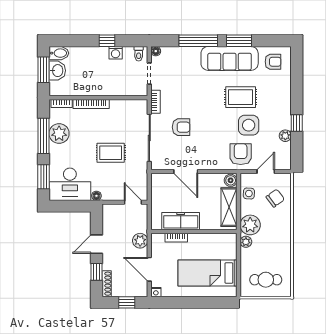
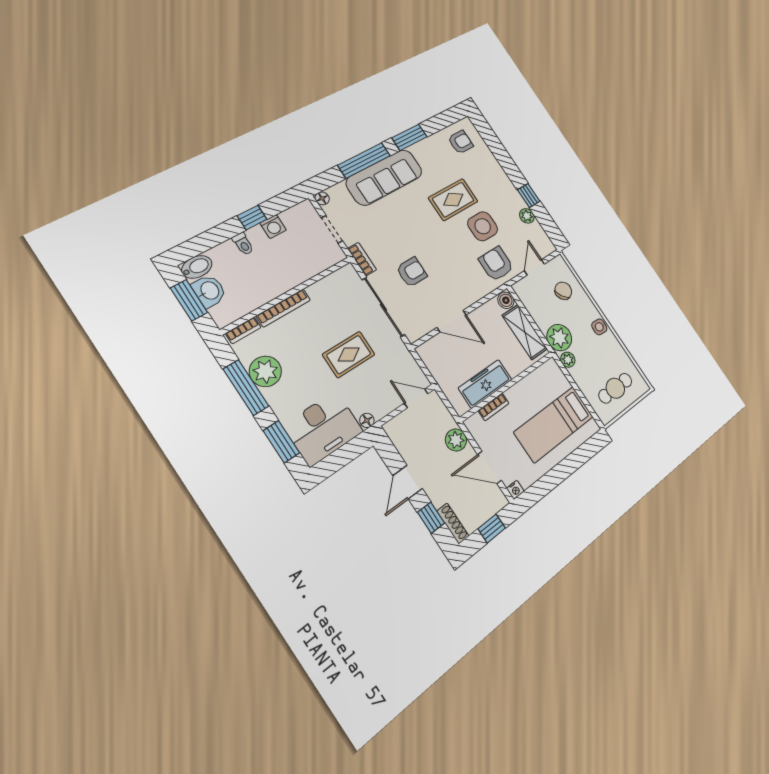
toilet: (139, 54) -> (243, 244), moved
sofa: (230, 58) -> (384, 177), moved
side table: (249, 194) -> (599, 327), moved

